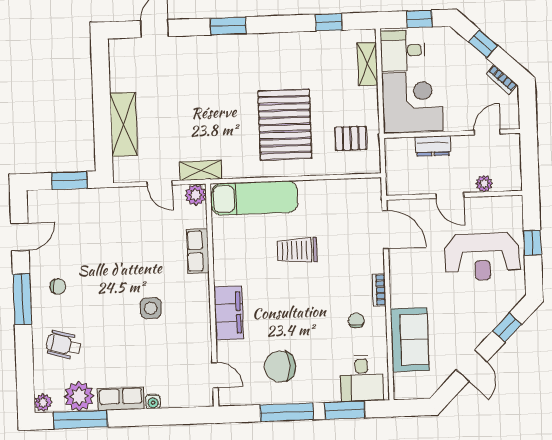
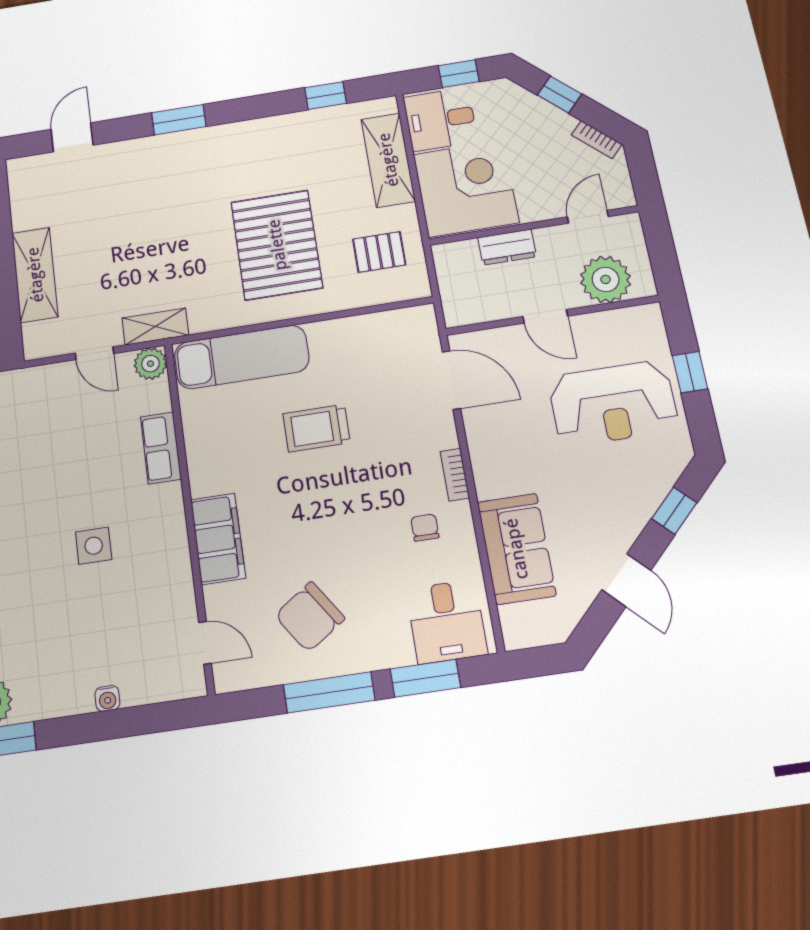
shelving: (367, 64) -> (388, 160), width x1.50, depth x1.33
plant: (484, 184) -> (606, 279), width x1.88, depth x1.88
chair: (280, 367) -> (310, 617), turned -34
row of seats: (121, 399) -> (55, 700), removed

